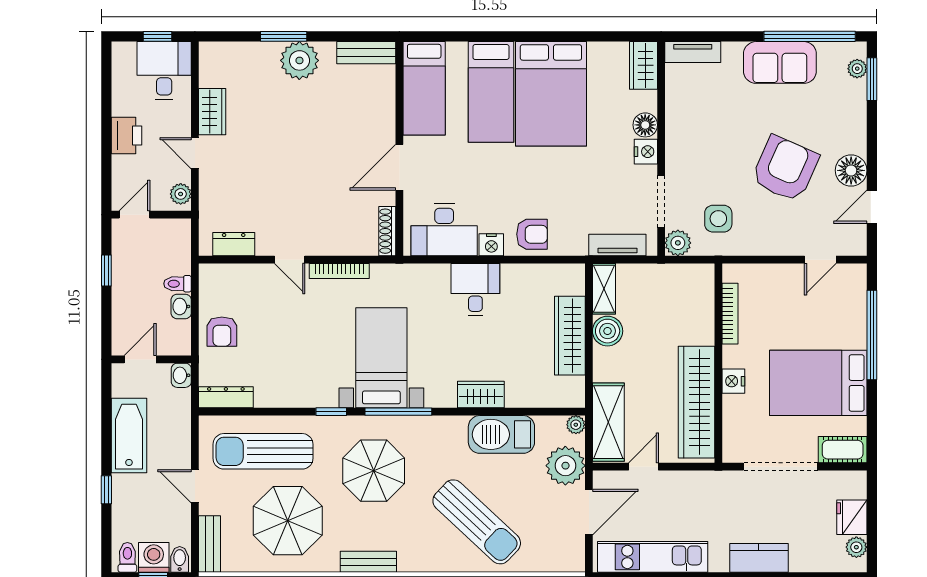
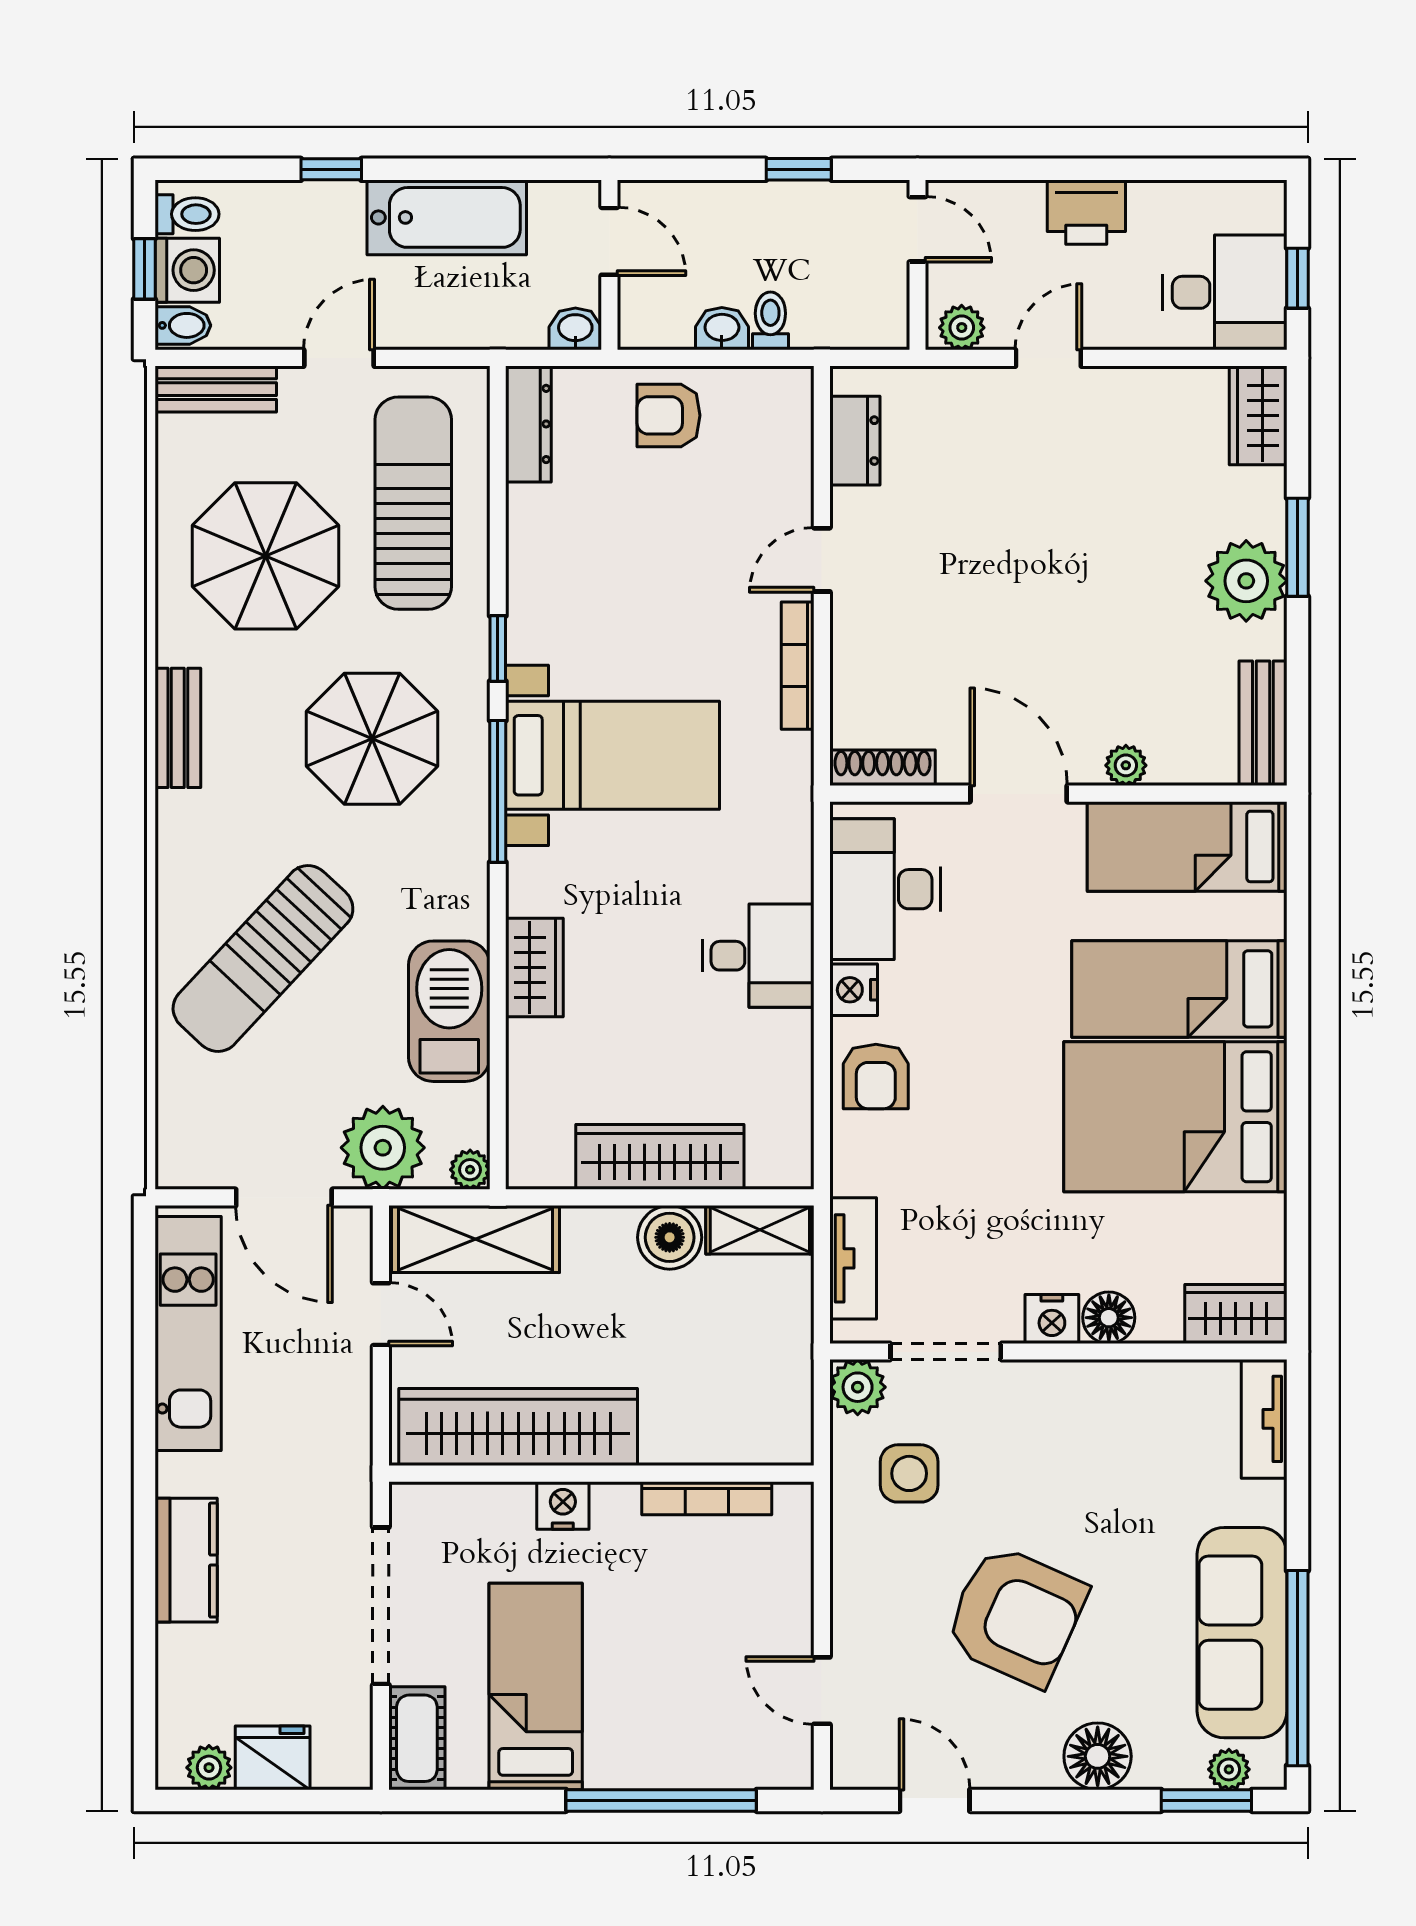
sofa: (780, 62) -> (1242, 1633), width x1.36
wardrobe: (212, 112) -> (1258, 415), moved, turned 90
plant: (386, 117) -> (1126, 765), added
floor lamp: (851, 170) -> (1098, 1756), moved
bed: (818, 383) -> (536, 1686), width x0.67

